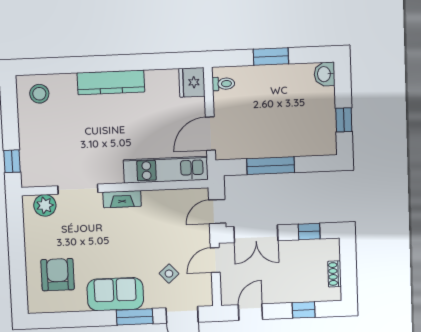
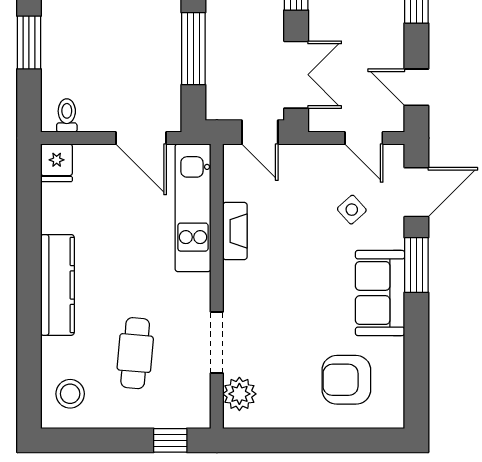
fridge: (192, 82) -> (57, 163), width x0.72
cafe table: (68, 136) -> (135, 353), added
fireplace: (122, 199) -> (235, 231), moved
door: (215, 260) -> (364, 138), moved

